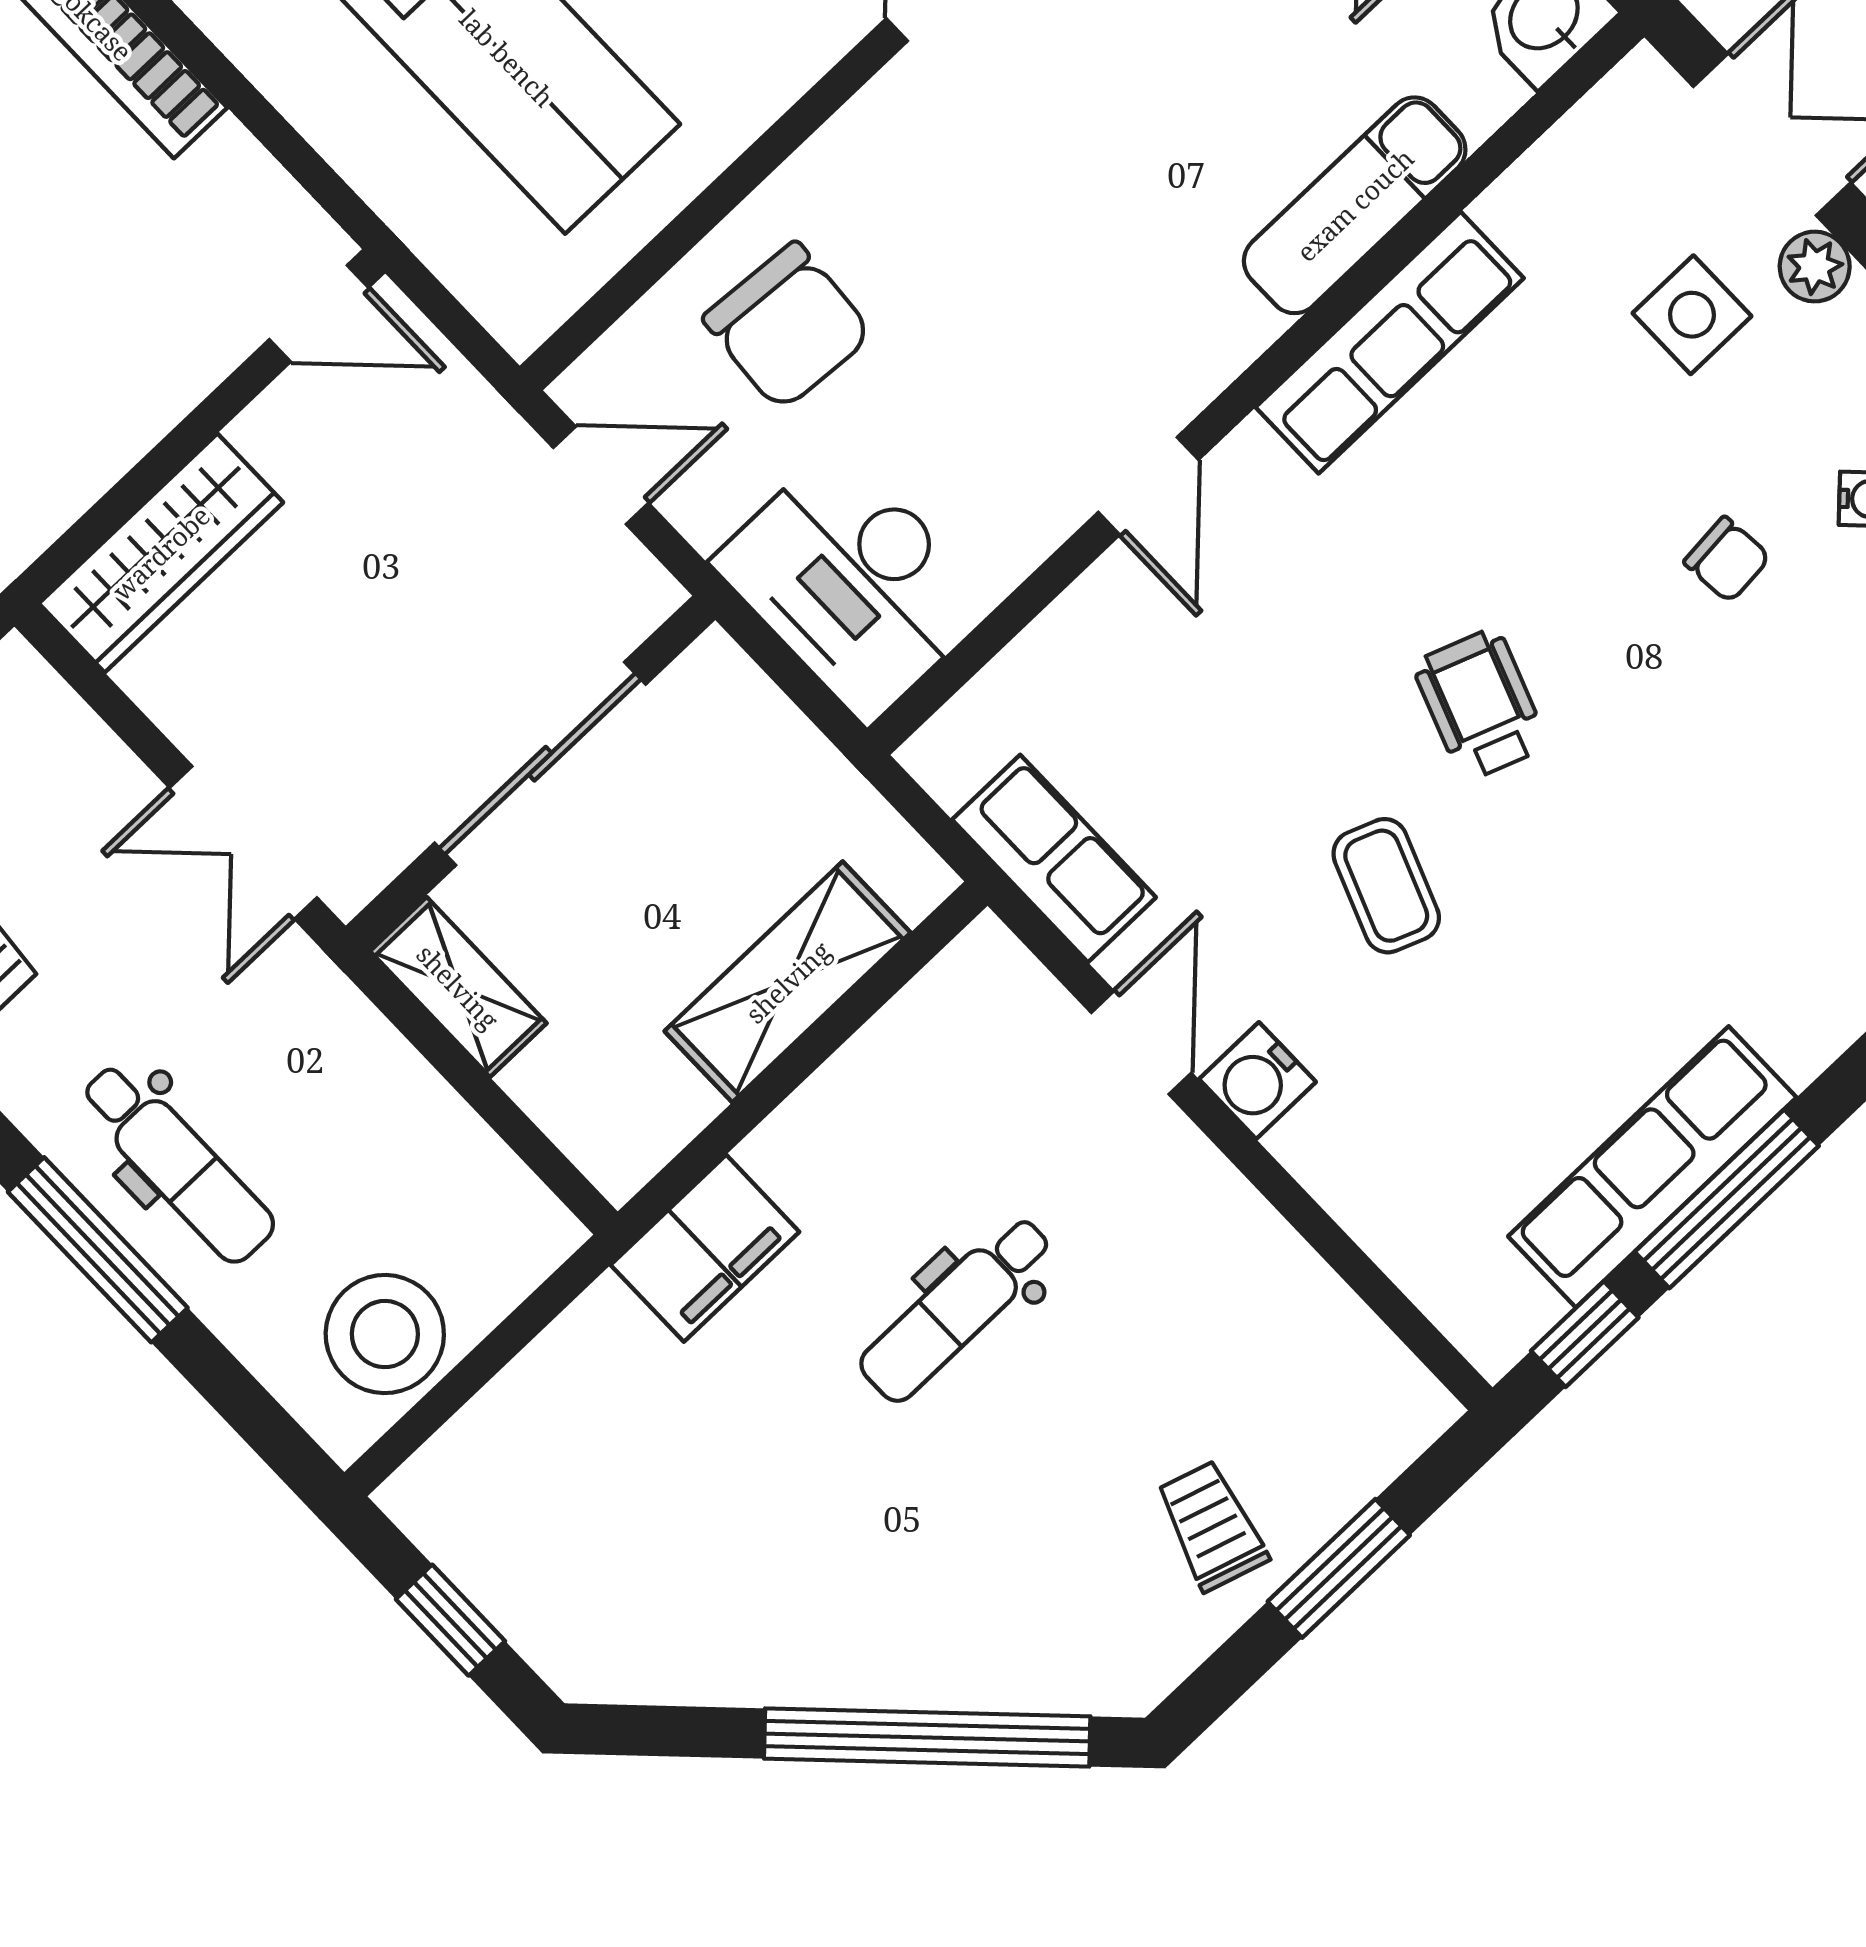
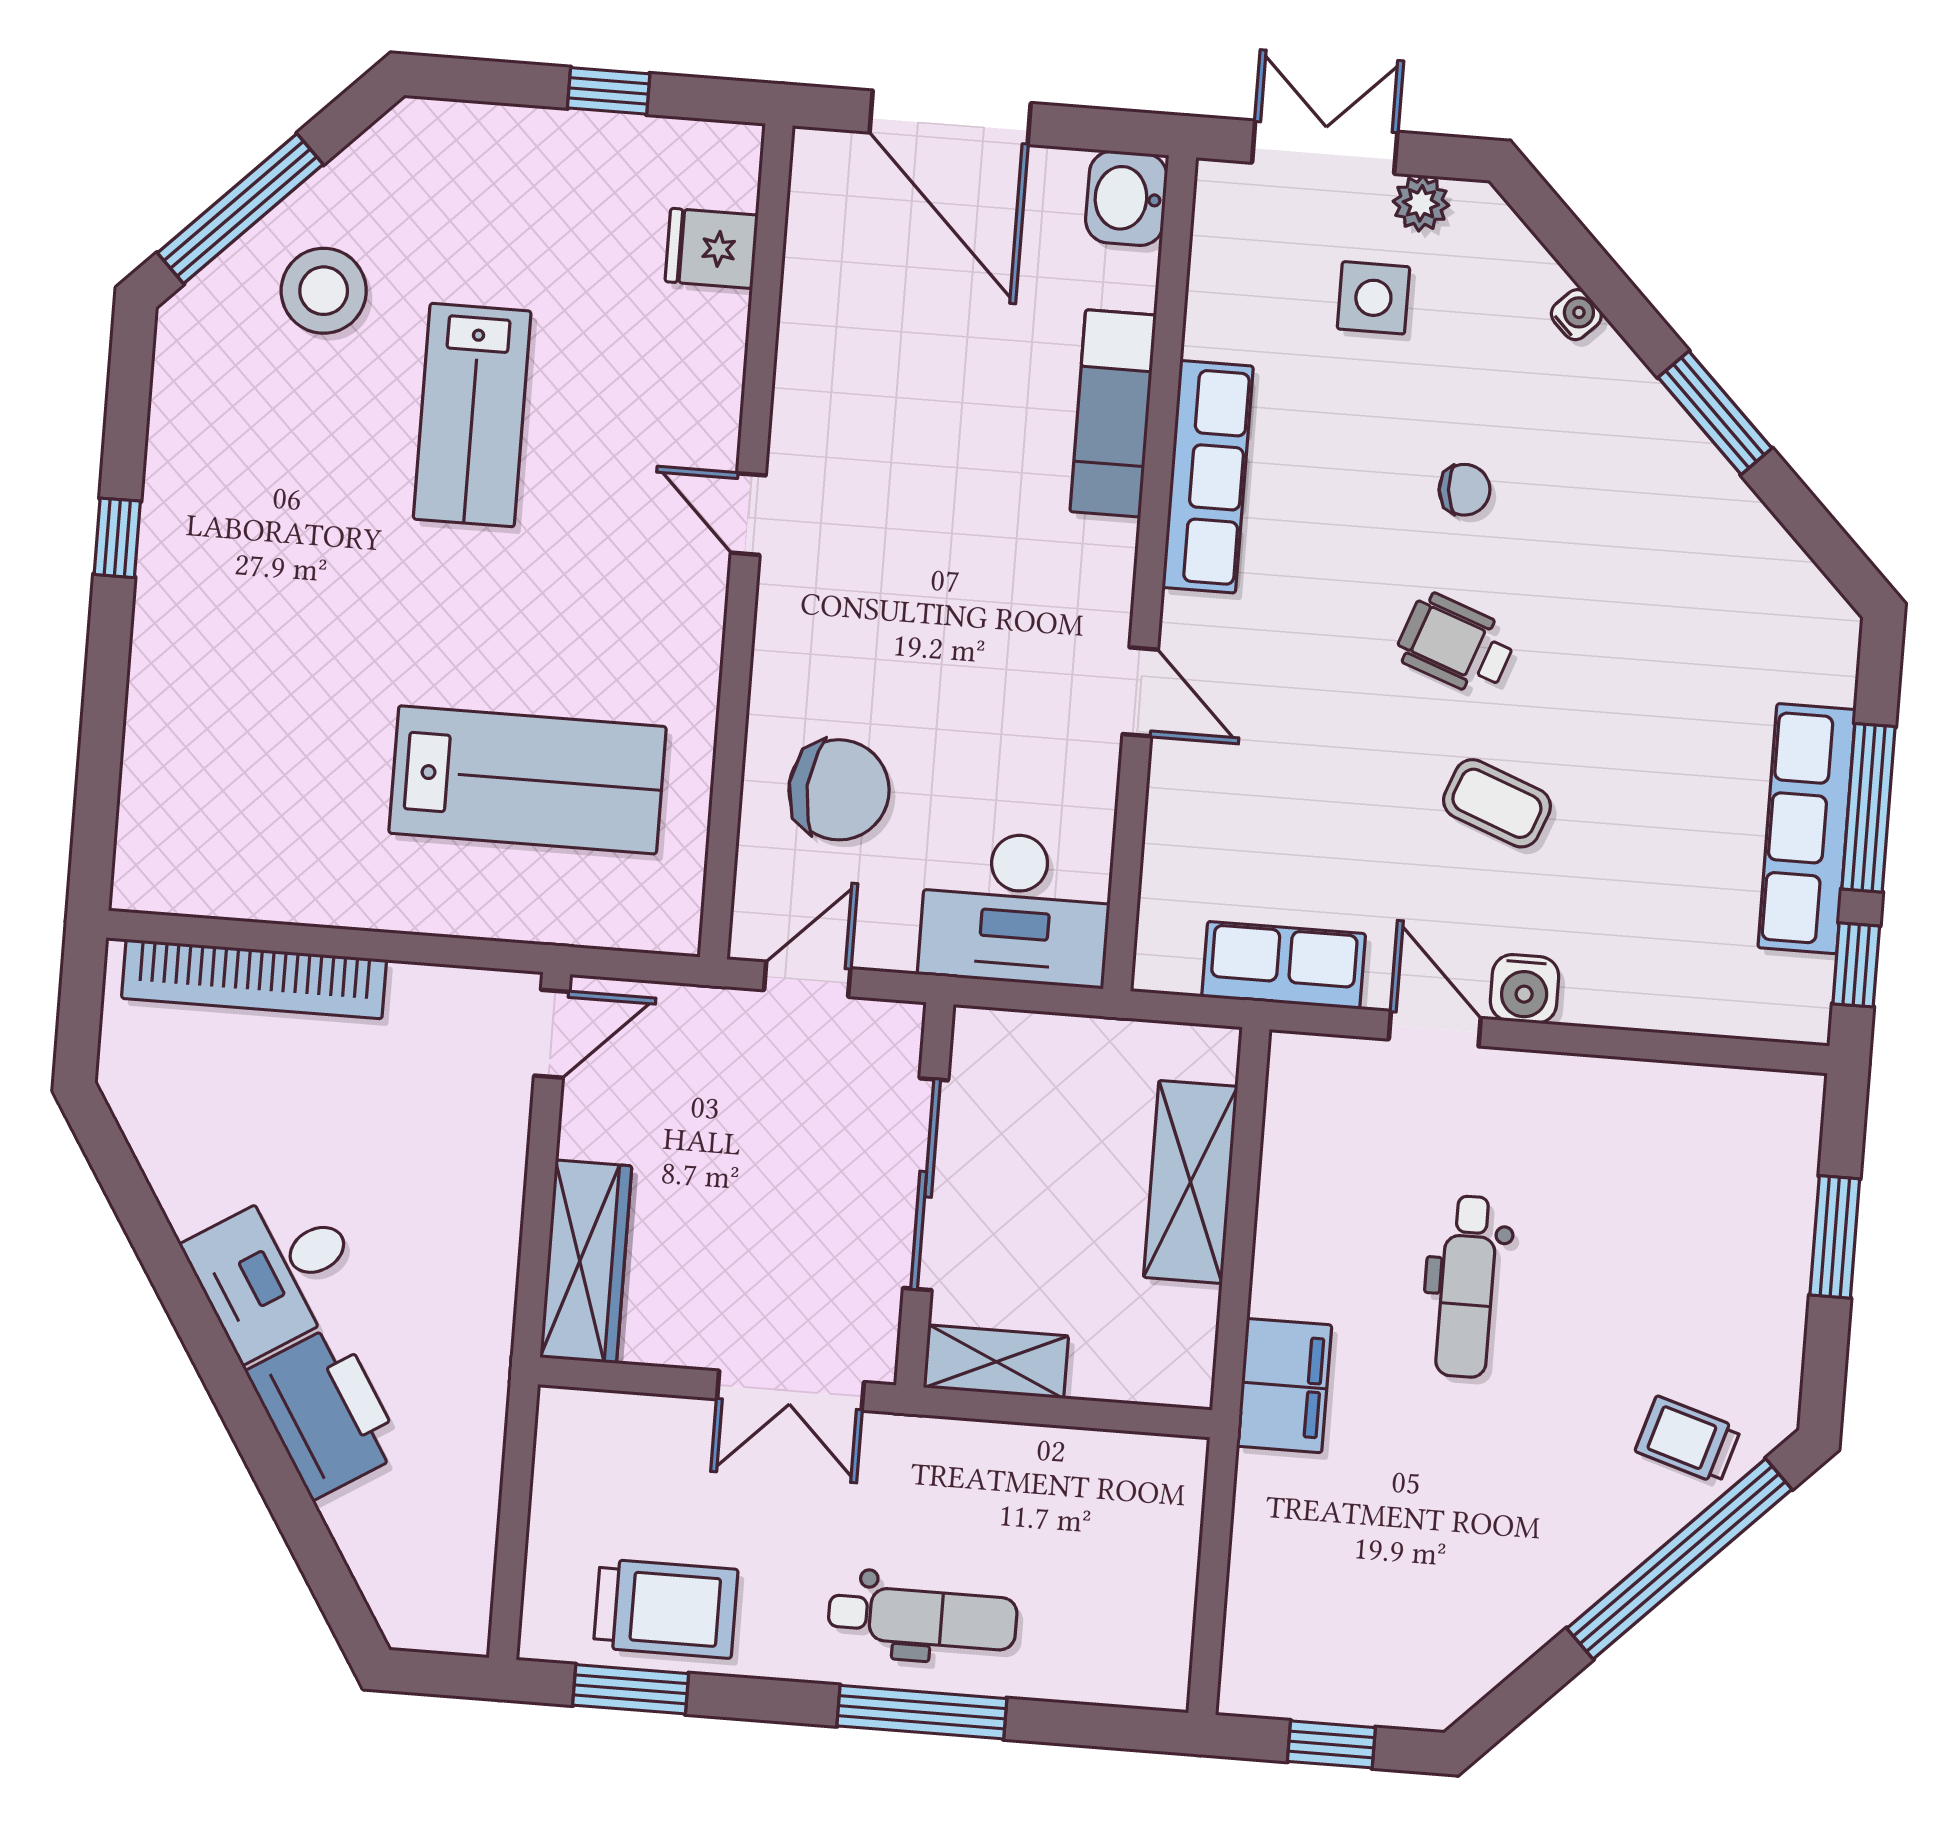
chair: (1727, 560) -> (1465, 490), moved
stool: (385, 1334) -> (1139, 1609), removed
trolley: (1212, 1526) -> (1688, 1440), moved

